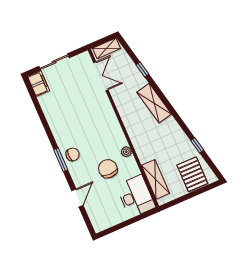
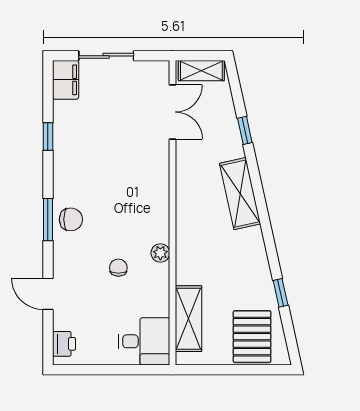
window: (42, 117) -> (48, 137), added
chair: (108, 169) -> (118, 268), width x0.54, depth x0.54
desk: (136, 196) -> (144, 341), width x0.73
door: (77, 198) -> (48, 294), swing flipped
printer: (97, 220) -> (64, 344), added

